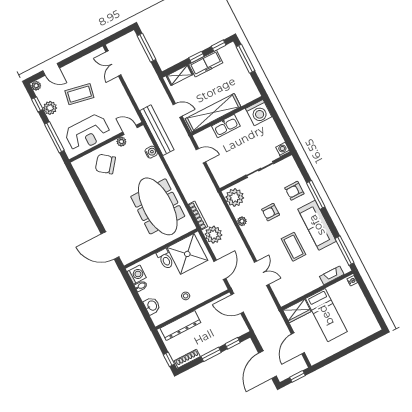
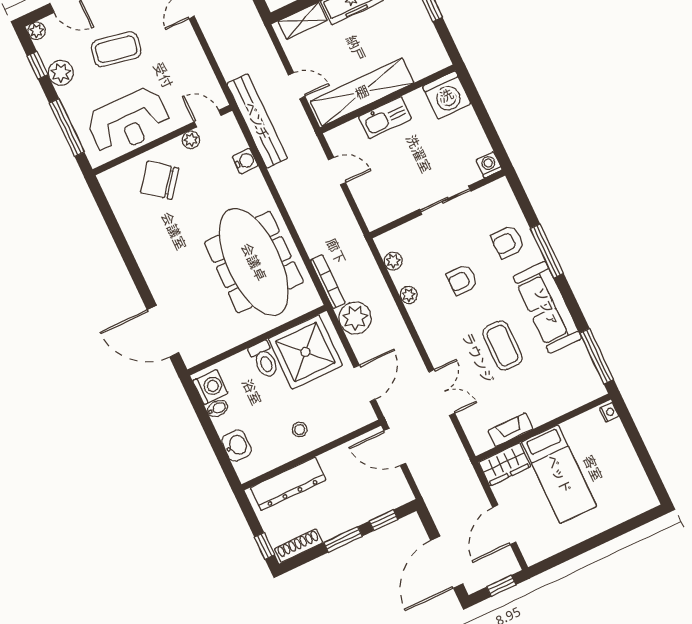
plant: (235, 197) -> (393, 261), width x0.53, depth x0.53
fireplace: (332, 275) -> (510, 430), moved

